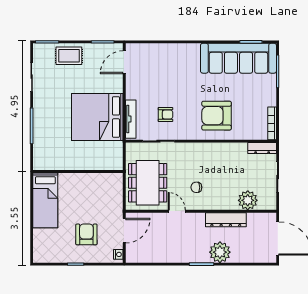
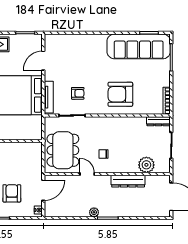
door: (124, 62) -> (43, 61), moved
plant: (220, 252) -> (94, 212), moved, width x0.53, depth x0.53

